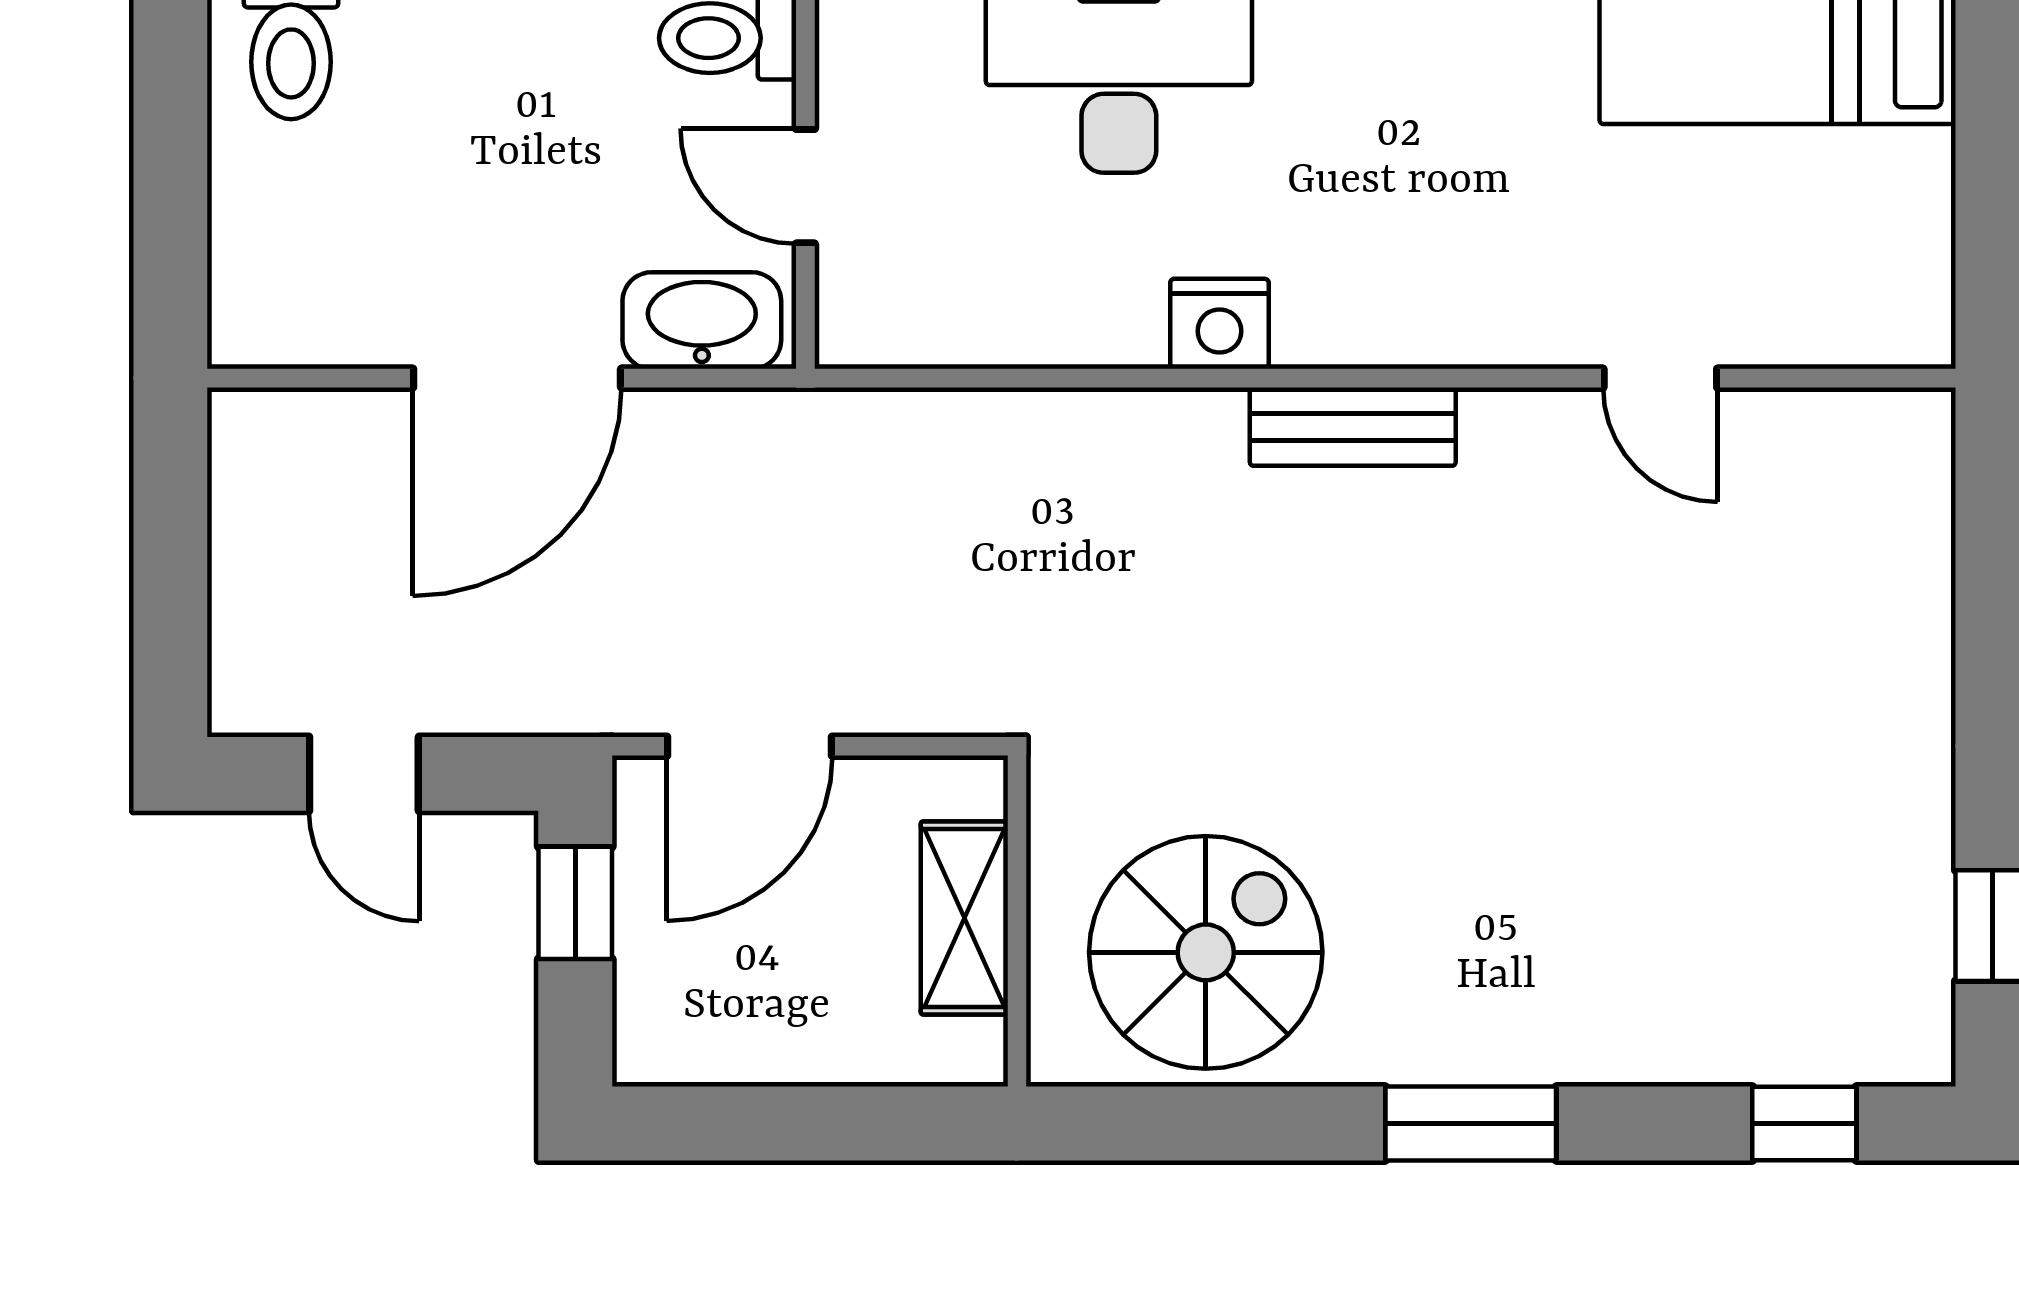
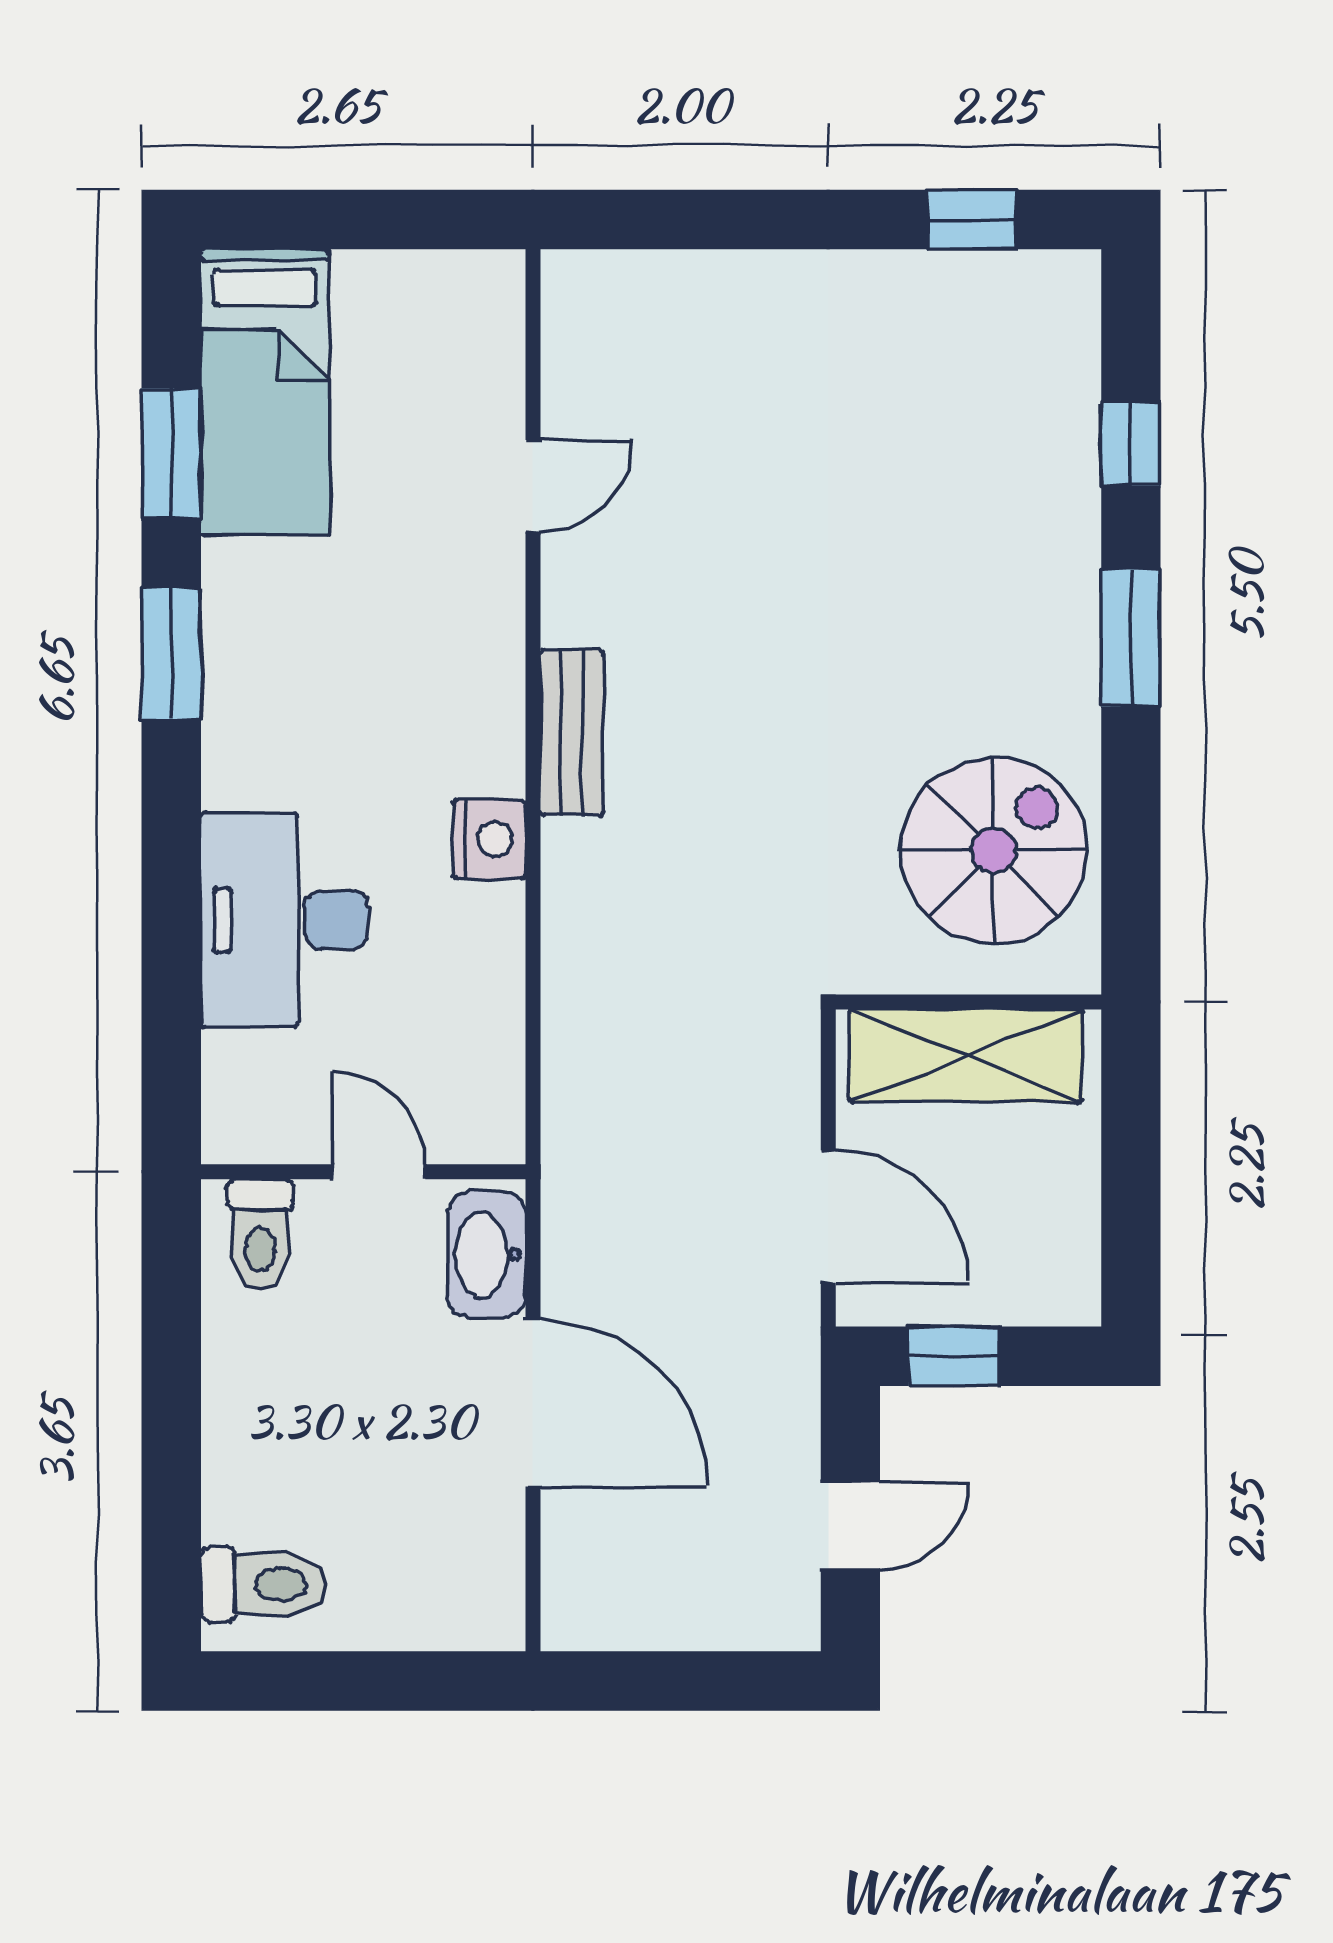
door: (805, 186) -> (379, 1172), swing flipped
shelving: (964, 918) -> (966, 1056), width x1.50, depth x1.33
spiral stairs: (1206, 952) -> (994, 851), turned 90
window: (1804, 1124) -> (1131, 444), moved

